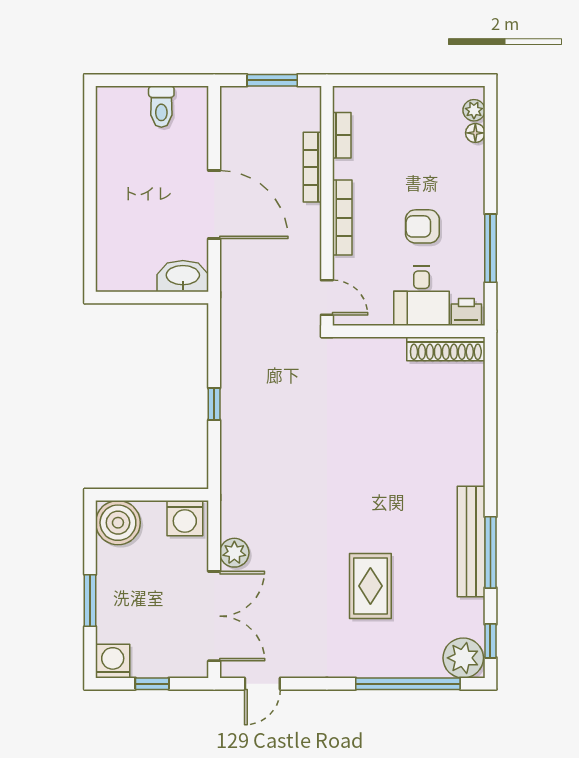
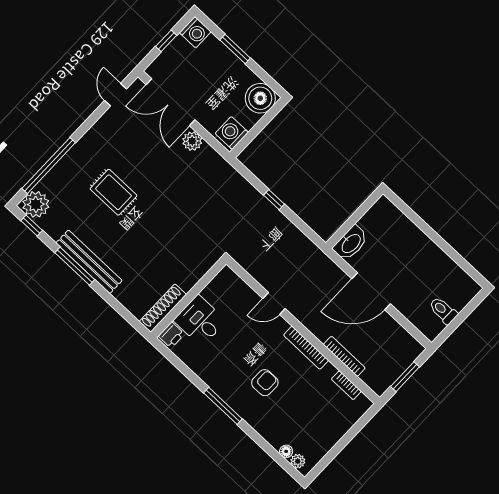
desk: (421, 296) -> (200, 321), moved
printer: (466, 312) -> (171, 335), moved
wall: (409, 331) -> (188, 298), moved
shoe rack: (446, 349) -> (163, 308), moved

